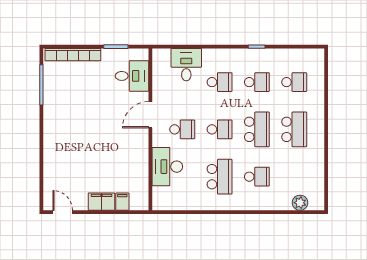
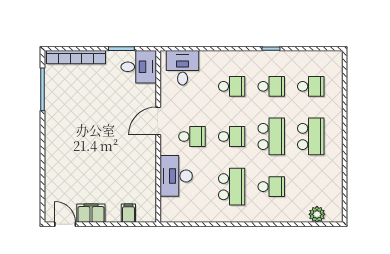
desk: (186, 65) -> (183, 68), moved
desk: (132, 76) -> (139, 67), moved
filing cabinet: (101, 202) -> (91, 213), moved

